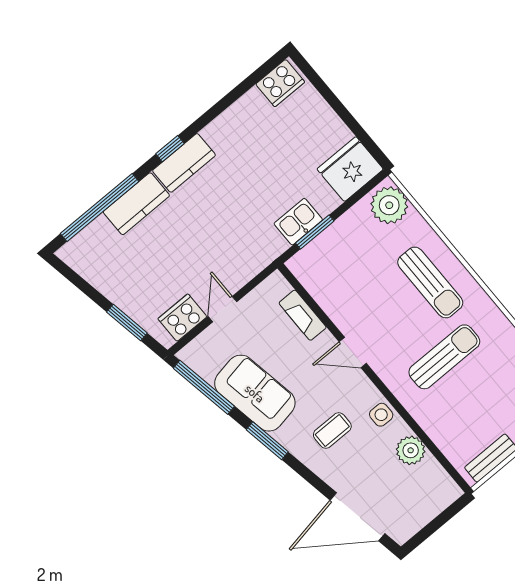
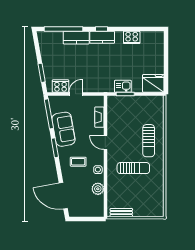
cooker: (280, 83) -> (132, 37), moved
plant: (389, 205) -> (156, 105), removed

